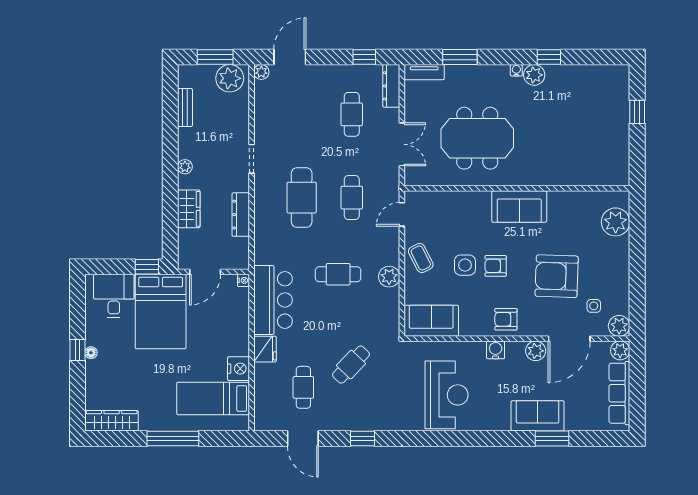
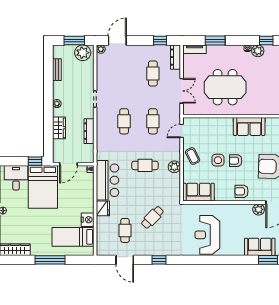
cafe table: (302, 198) -> (124, 121), width x0.73, depth x0.74
water cooler: (496, 350) -> (236, 209), removed
reception desk: (447, 395) -> (207, 235), turned 180

